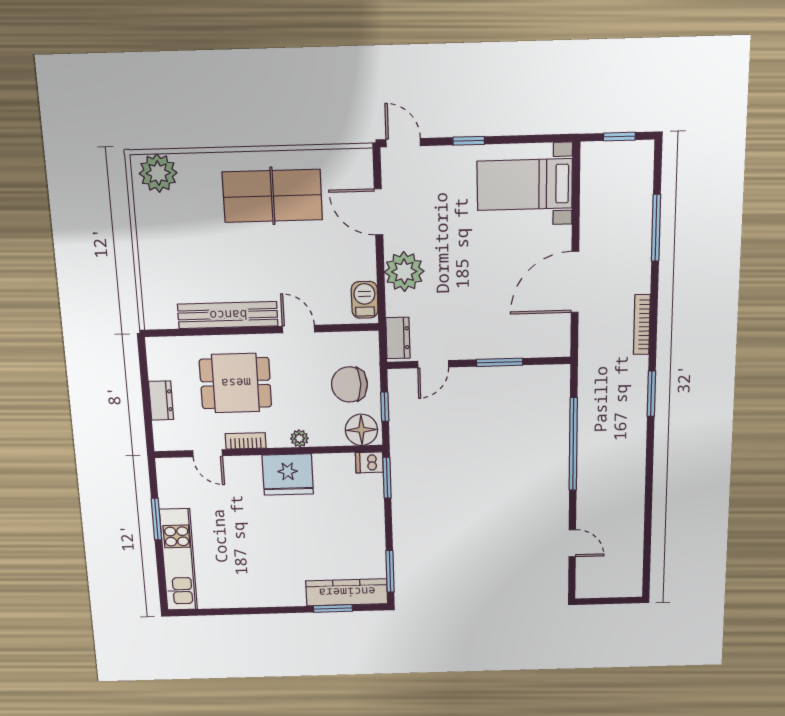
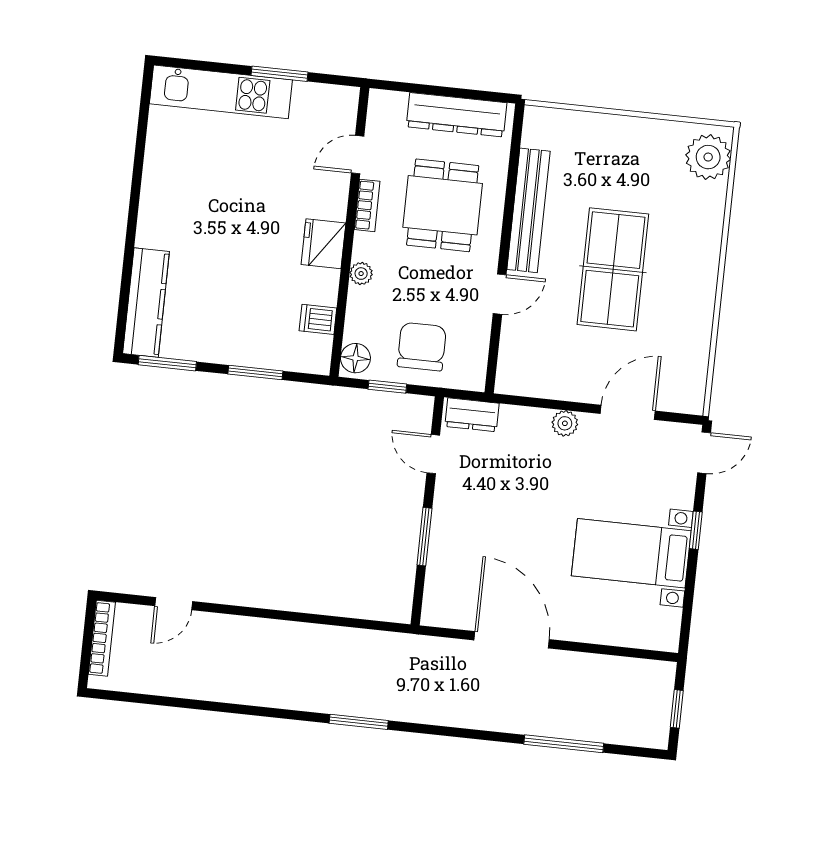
bed with nightstands: (525, 185) -> (631, 553), moved, turned -90
table tennis table: (272, 196) -> (613, 269), moved
plant: (404, 272) -> (565, 423), width x0.53, depth x0.53
barbecue: (365, 300) -> (525, 381), removed
bookcase: (642, 325) -> (102, 638), moved, turned 90
dresser: (161, 401) -> (457, 115), width x1.96, depth x1.24
floor lamp: (361, 430) -> (355, 358), width x0.73, depth x0.73
window: (573, 444) -> (307, 618), removed
dishwasher: (369, 462) -> (318, 319), moved, turned -90
fridge: (288, 475) -> (323, 244), width x0.73, depth x0.75
window: (387, 478) -> (255, 373), moved
window: (333, 608) -> (126, 281), removed

